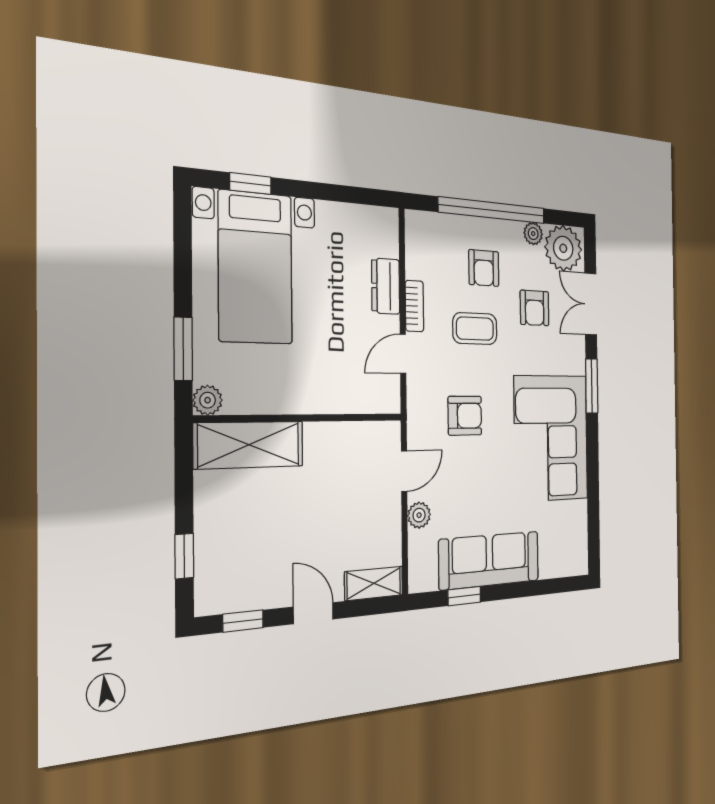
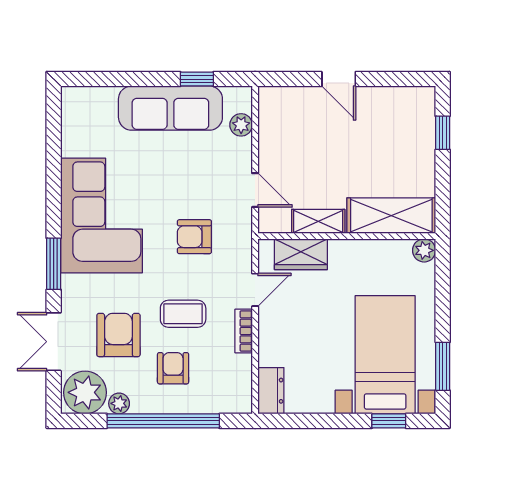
dresser: (386, 286) -> (271, 391), moved
double door: (591, 304) -> (54, 342), swing flipped
armchair: (535, 308) -> (118, 335), width x1.38, depth x1.38
window: (183, 349) -> (443, 366), moved
wardrobe: (354, 396) -> (301, 254), added
door: (404, 471) -> (255, 190), swing flipped
plant: (419, 515) -> (241, 125), moved
shelving: (374, 583) -> (318, 221), moved
window: (243, 621) -> (397, 79), removed

